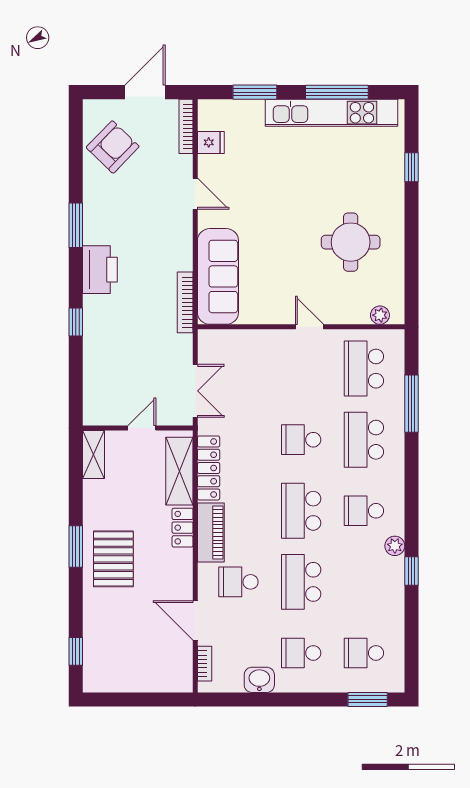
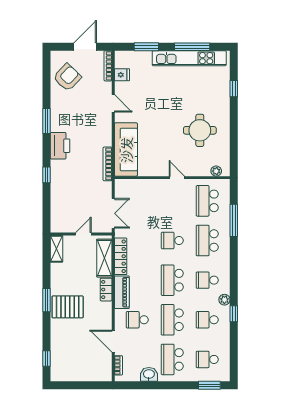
pallet: (113, 559) -> (68, 307), turned 90
school desk: (364, 582) -> (207, 320), added
school desk: (301, 653) -> (172, 359), width x1.85

